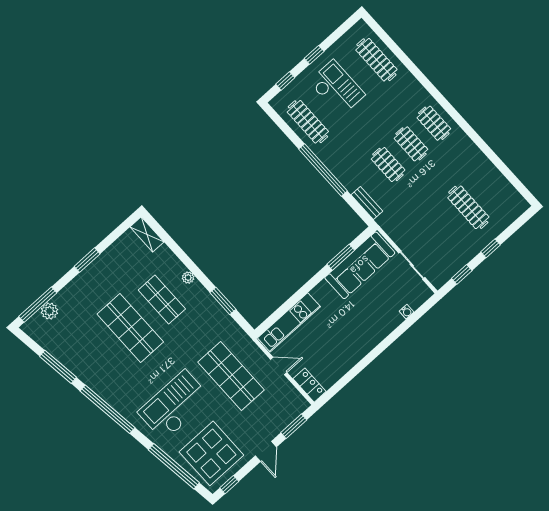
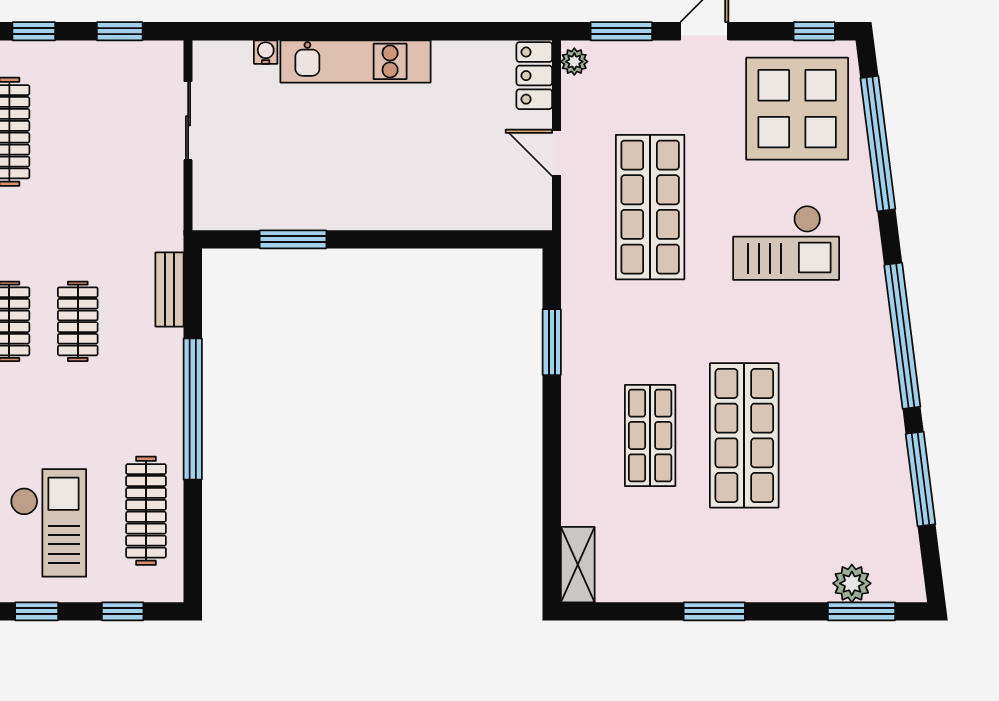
checkout: (337, 88) -> (48, 523), turned 180
sofa: (360, 265) -> (274, 198), removed
plant: (188, 278) -> (574, 62), moved
window: (38, 305) -> (861, 611), width x0.69
kitchen unit: (289, 322) -> (355, 61), moved, turned 180
checkout: (175, 405) -> (786, 243), width x0.73, depth x0.83

